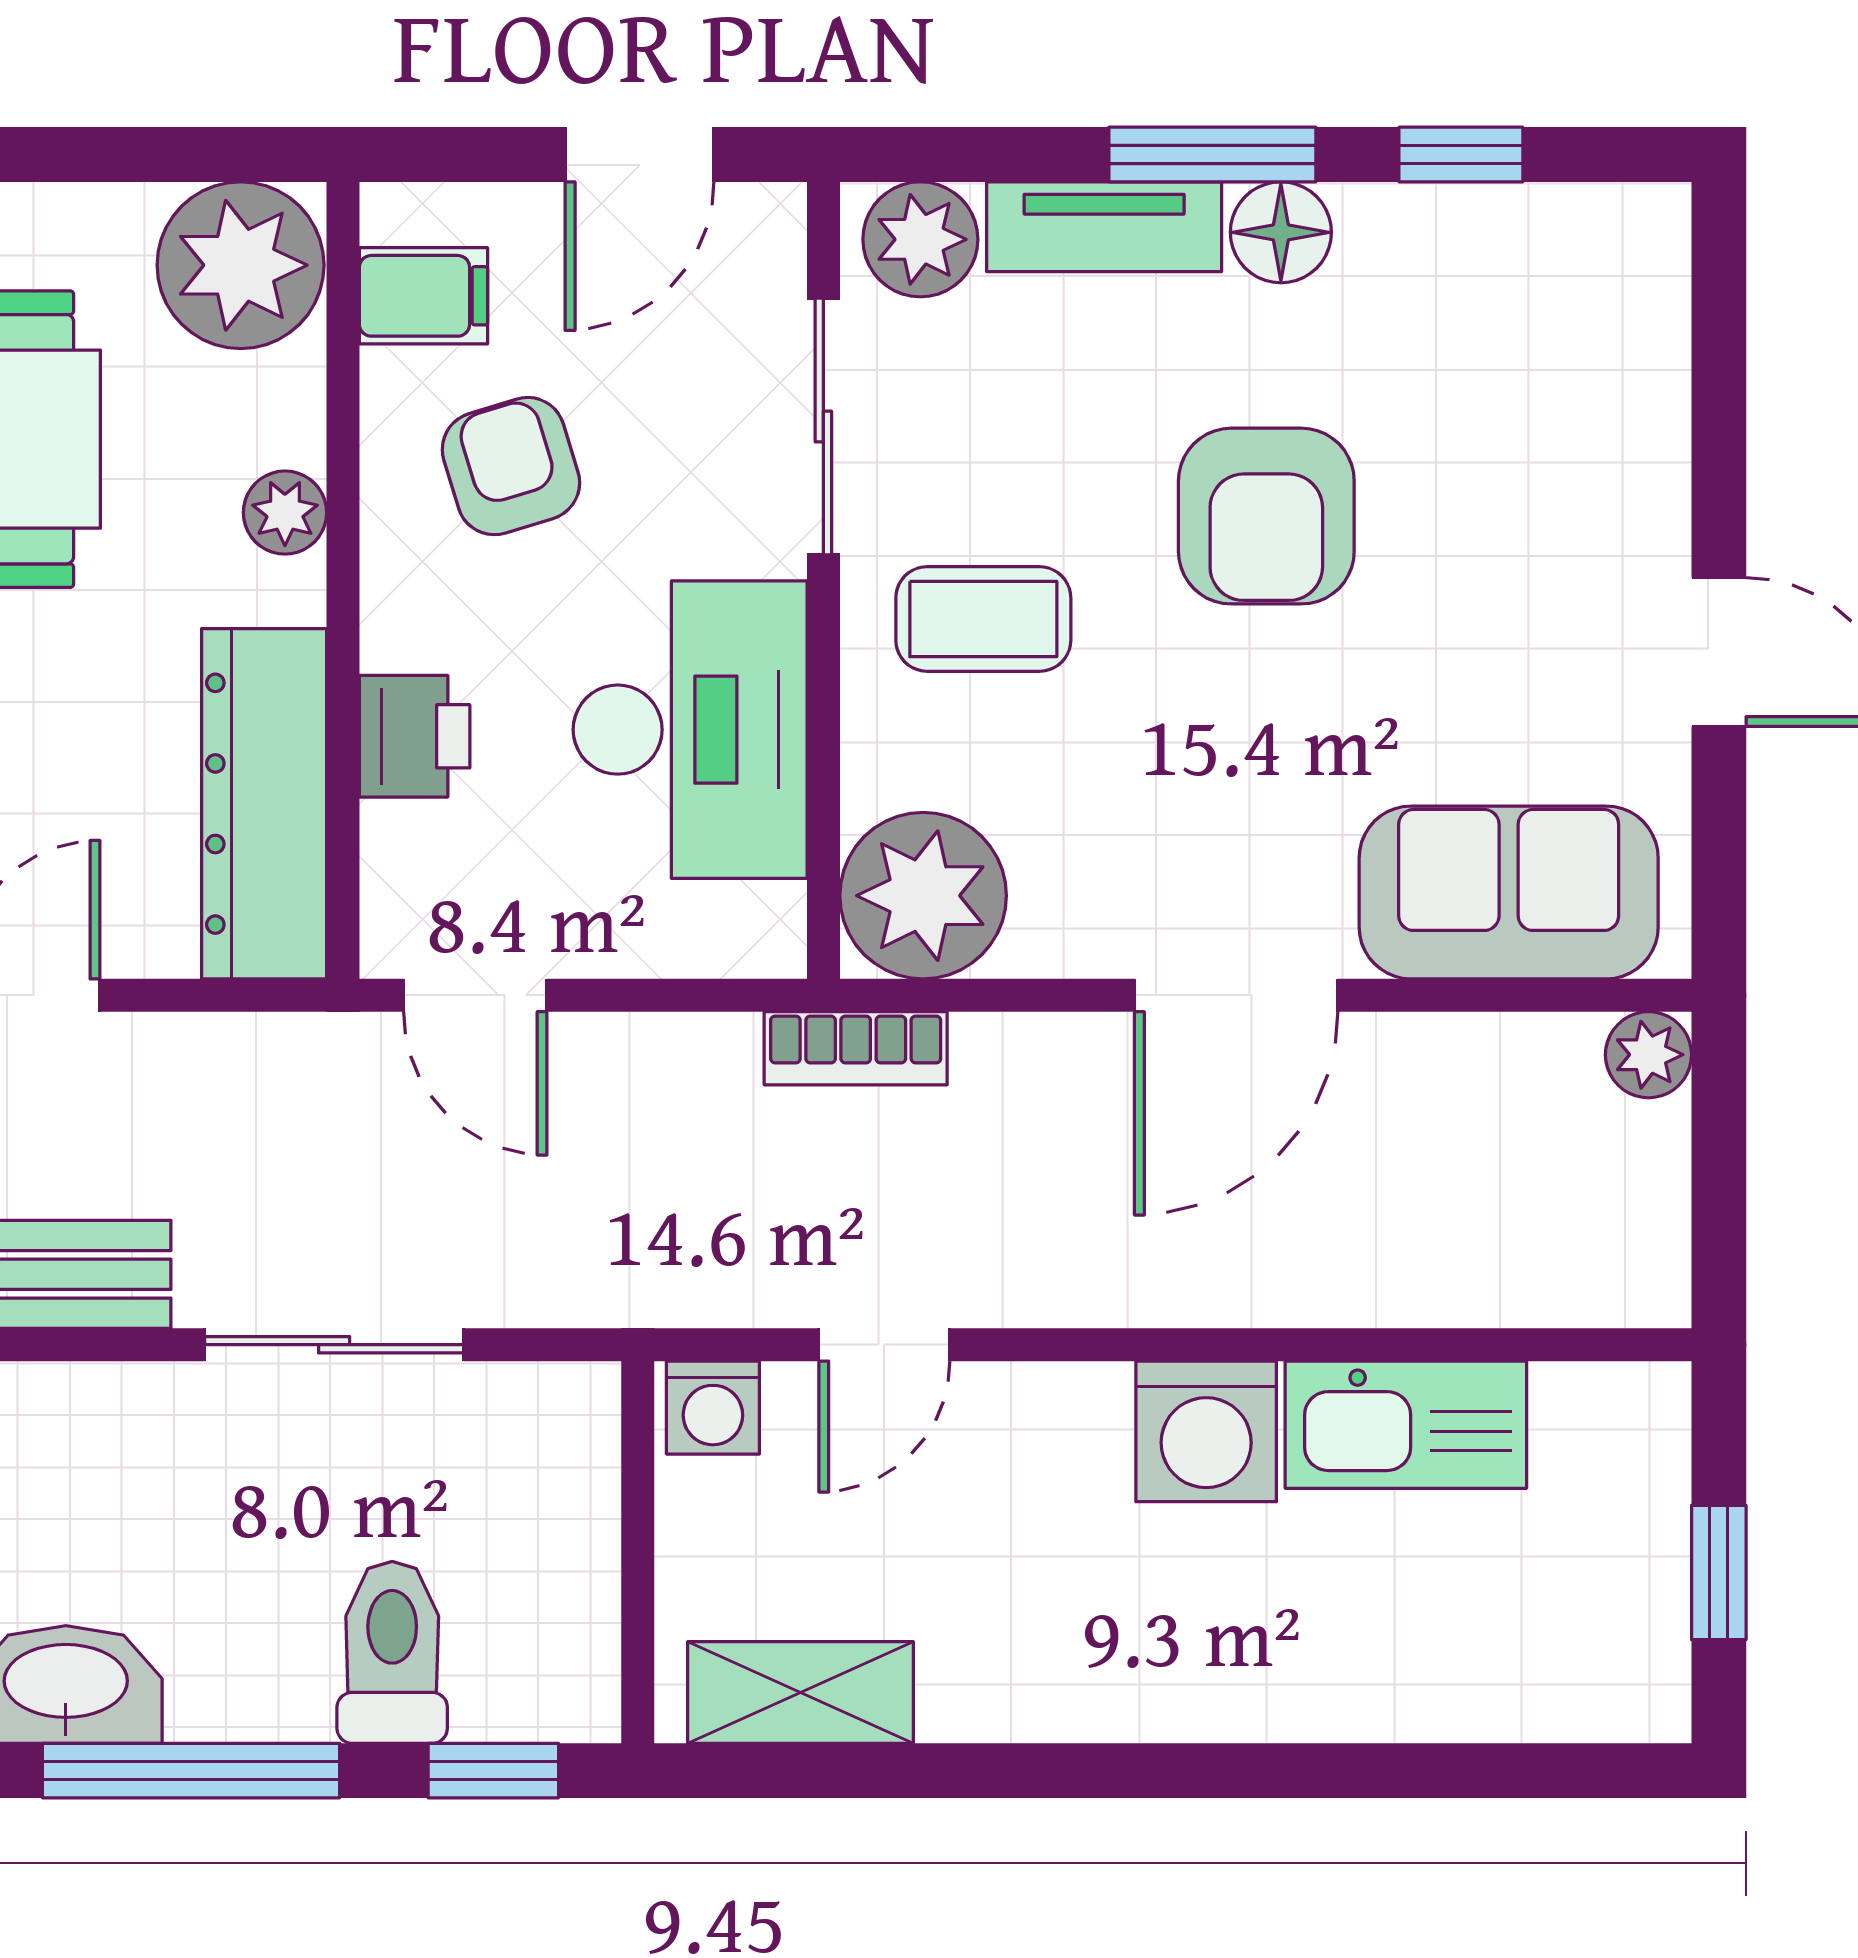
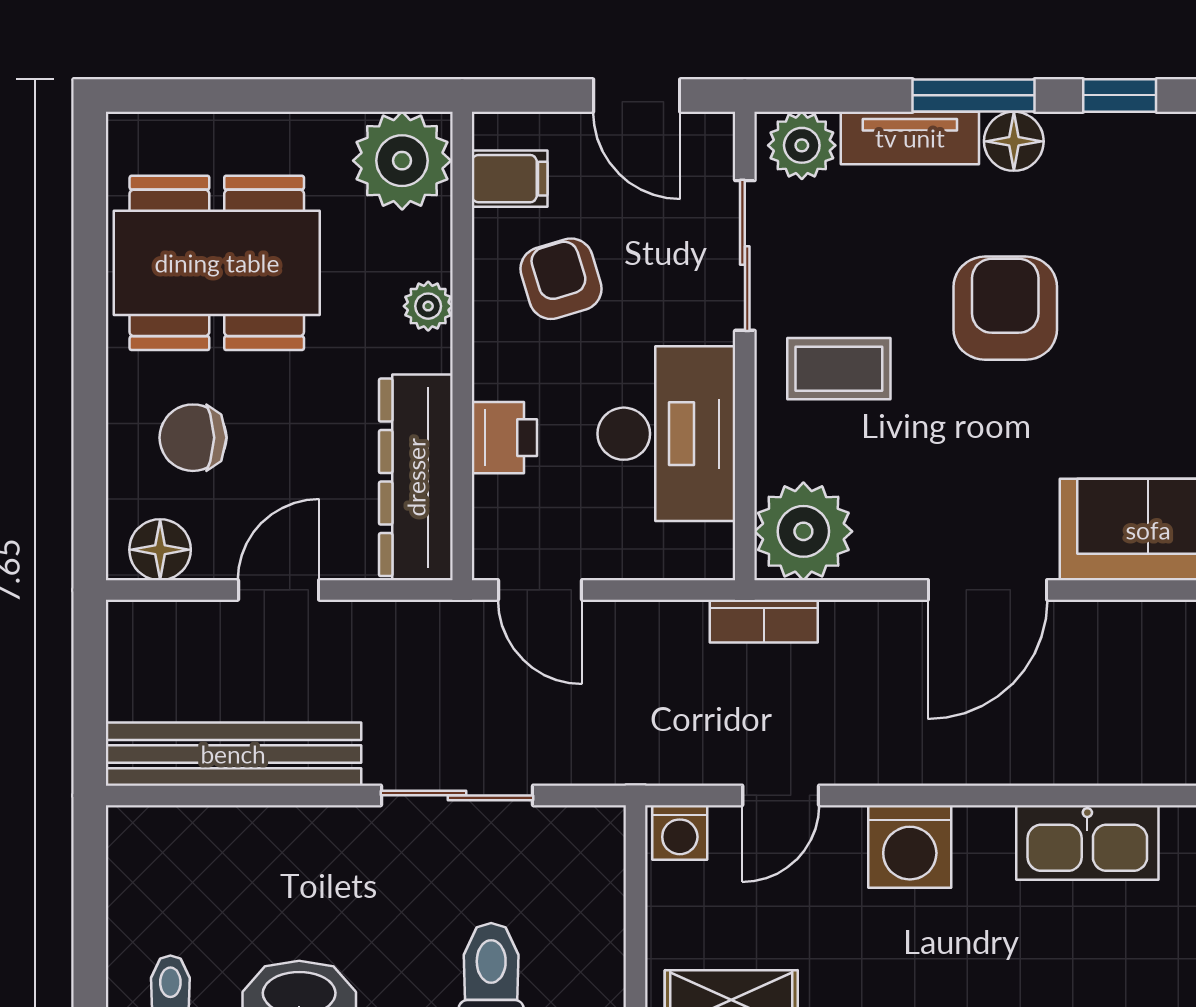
door: (640, 154) -> (637, 95), hinge flipped
armchair: (1266, 516) -> (1005, 308), turned 180
washing machine: (1206, 1431) -> (910, 846), moved

